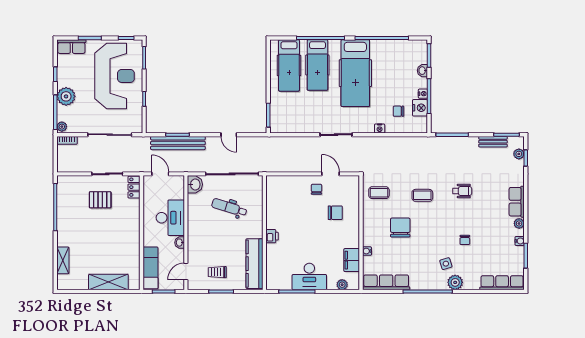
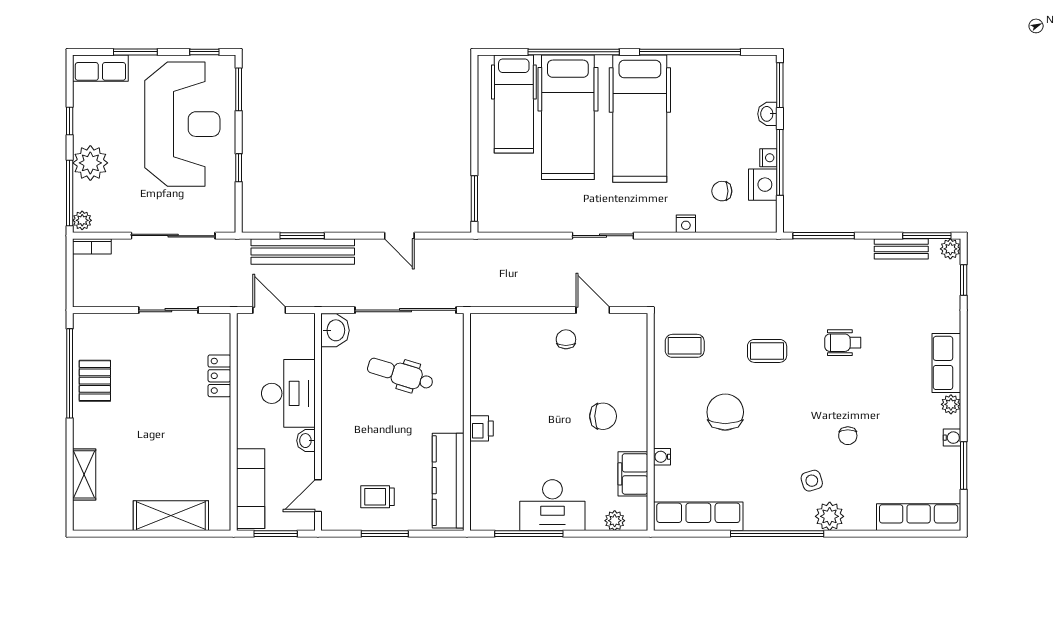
hospital bed: (317, 65) -> (568, 117), width x1.37, depth x1.29
plant: (519, 154) -> (950, 249), moved
locker: (134, 187) -> (219, 376), moved
wheelchair: (462, 191) -> (843, 343), turned 180
pallet: (100, 200) -> (95, 381), moved, turned 90
chair: (335, 213) -> (603, 416), moved

